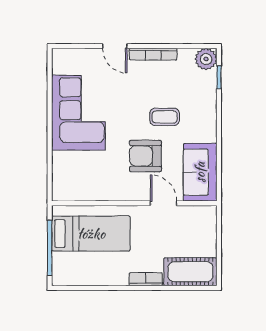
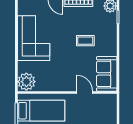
armchair: (145, 156) -> (74, 64), removed
plant: (66, 185) -> (26, 82), added

